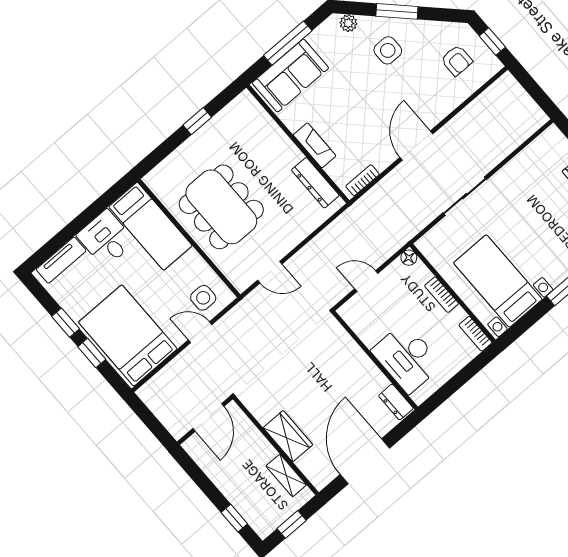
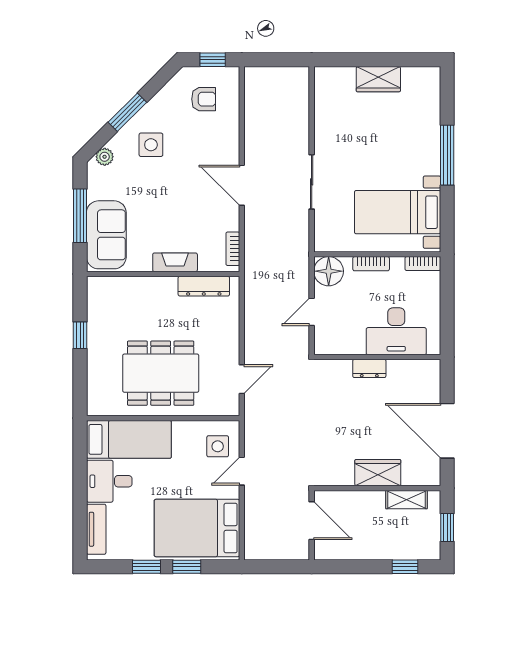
floor lamp: (409, 258) -> (329, 271), width x1.89, depth x1.89
dresser: (396, 402) -> (369, 368), moved

